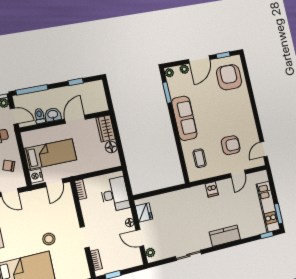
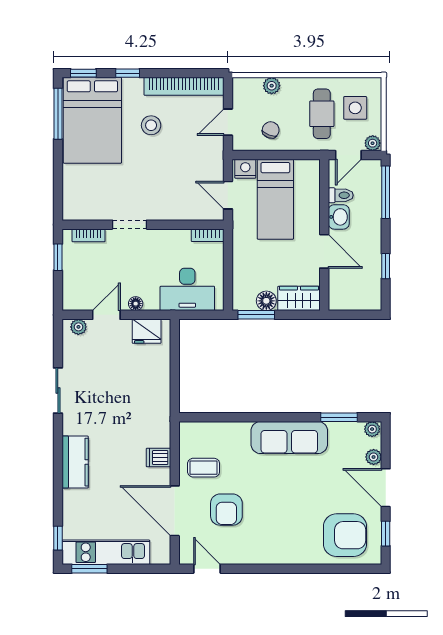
window: (120, 151) -> (256, 315), added
coffee table: (200, 158) -> (204, 468), moved
door: (238, 174) -> (175, 511), width x1.87
stool: (49, 239) -> (151, 125), moved

